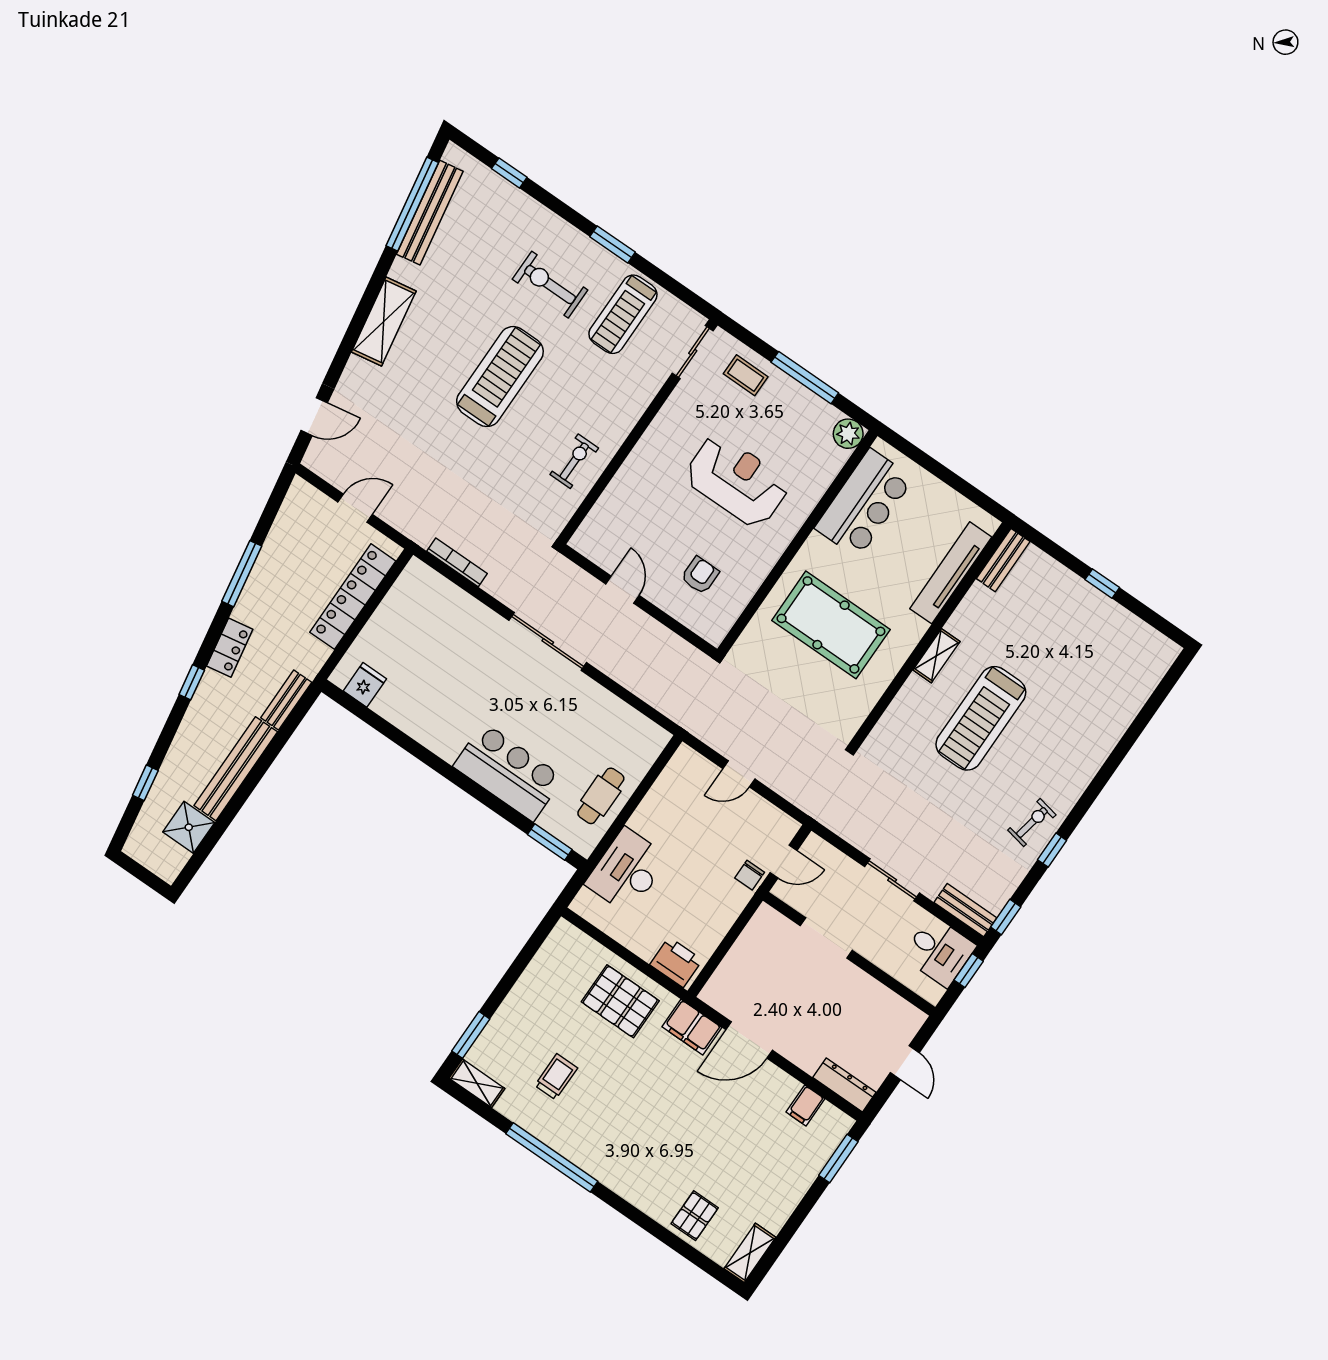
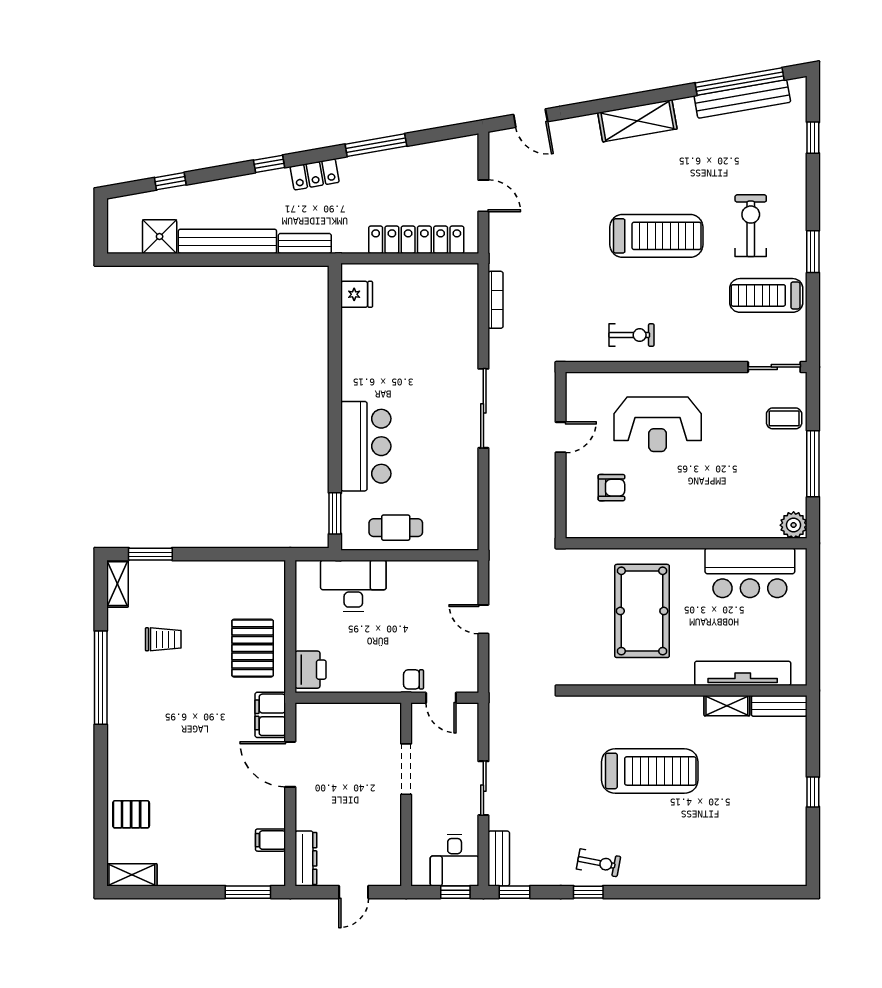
coffee table: (746, 375) -> (784, 418), turned 90
reception desk: (737, 481) -> (658, 424), moved, turned 90
shelving: (936, 656) -> (727, 706), moved
treadmill: (981, 718) -> (650, 771), turned 180

